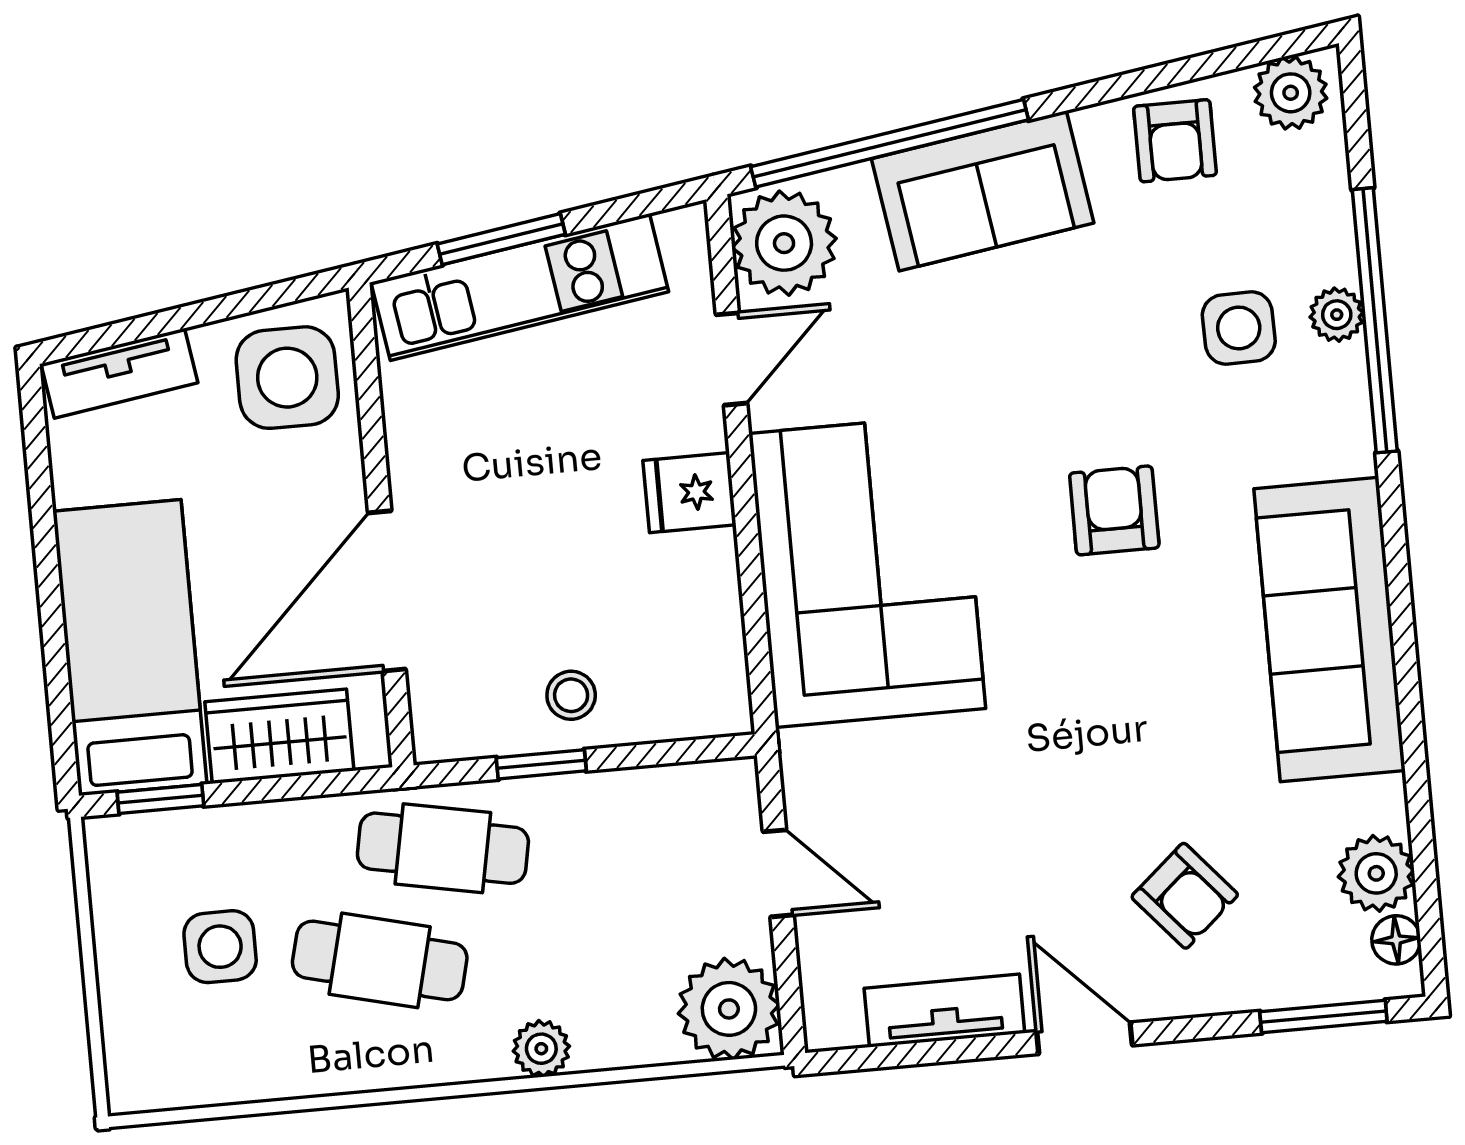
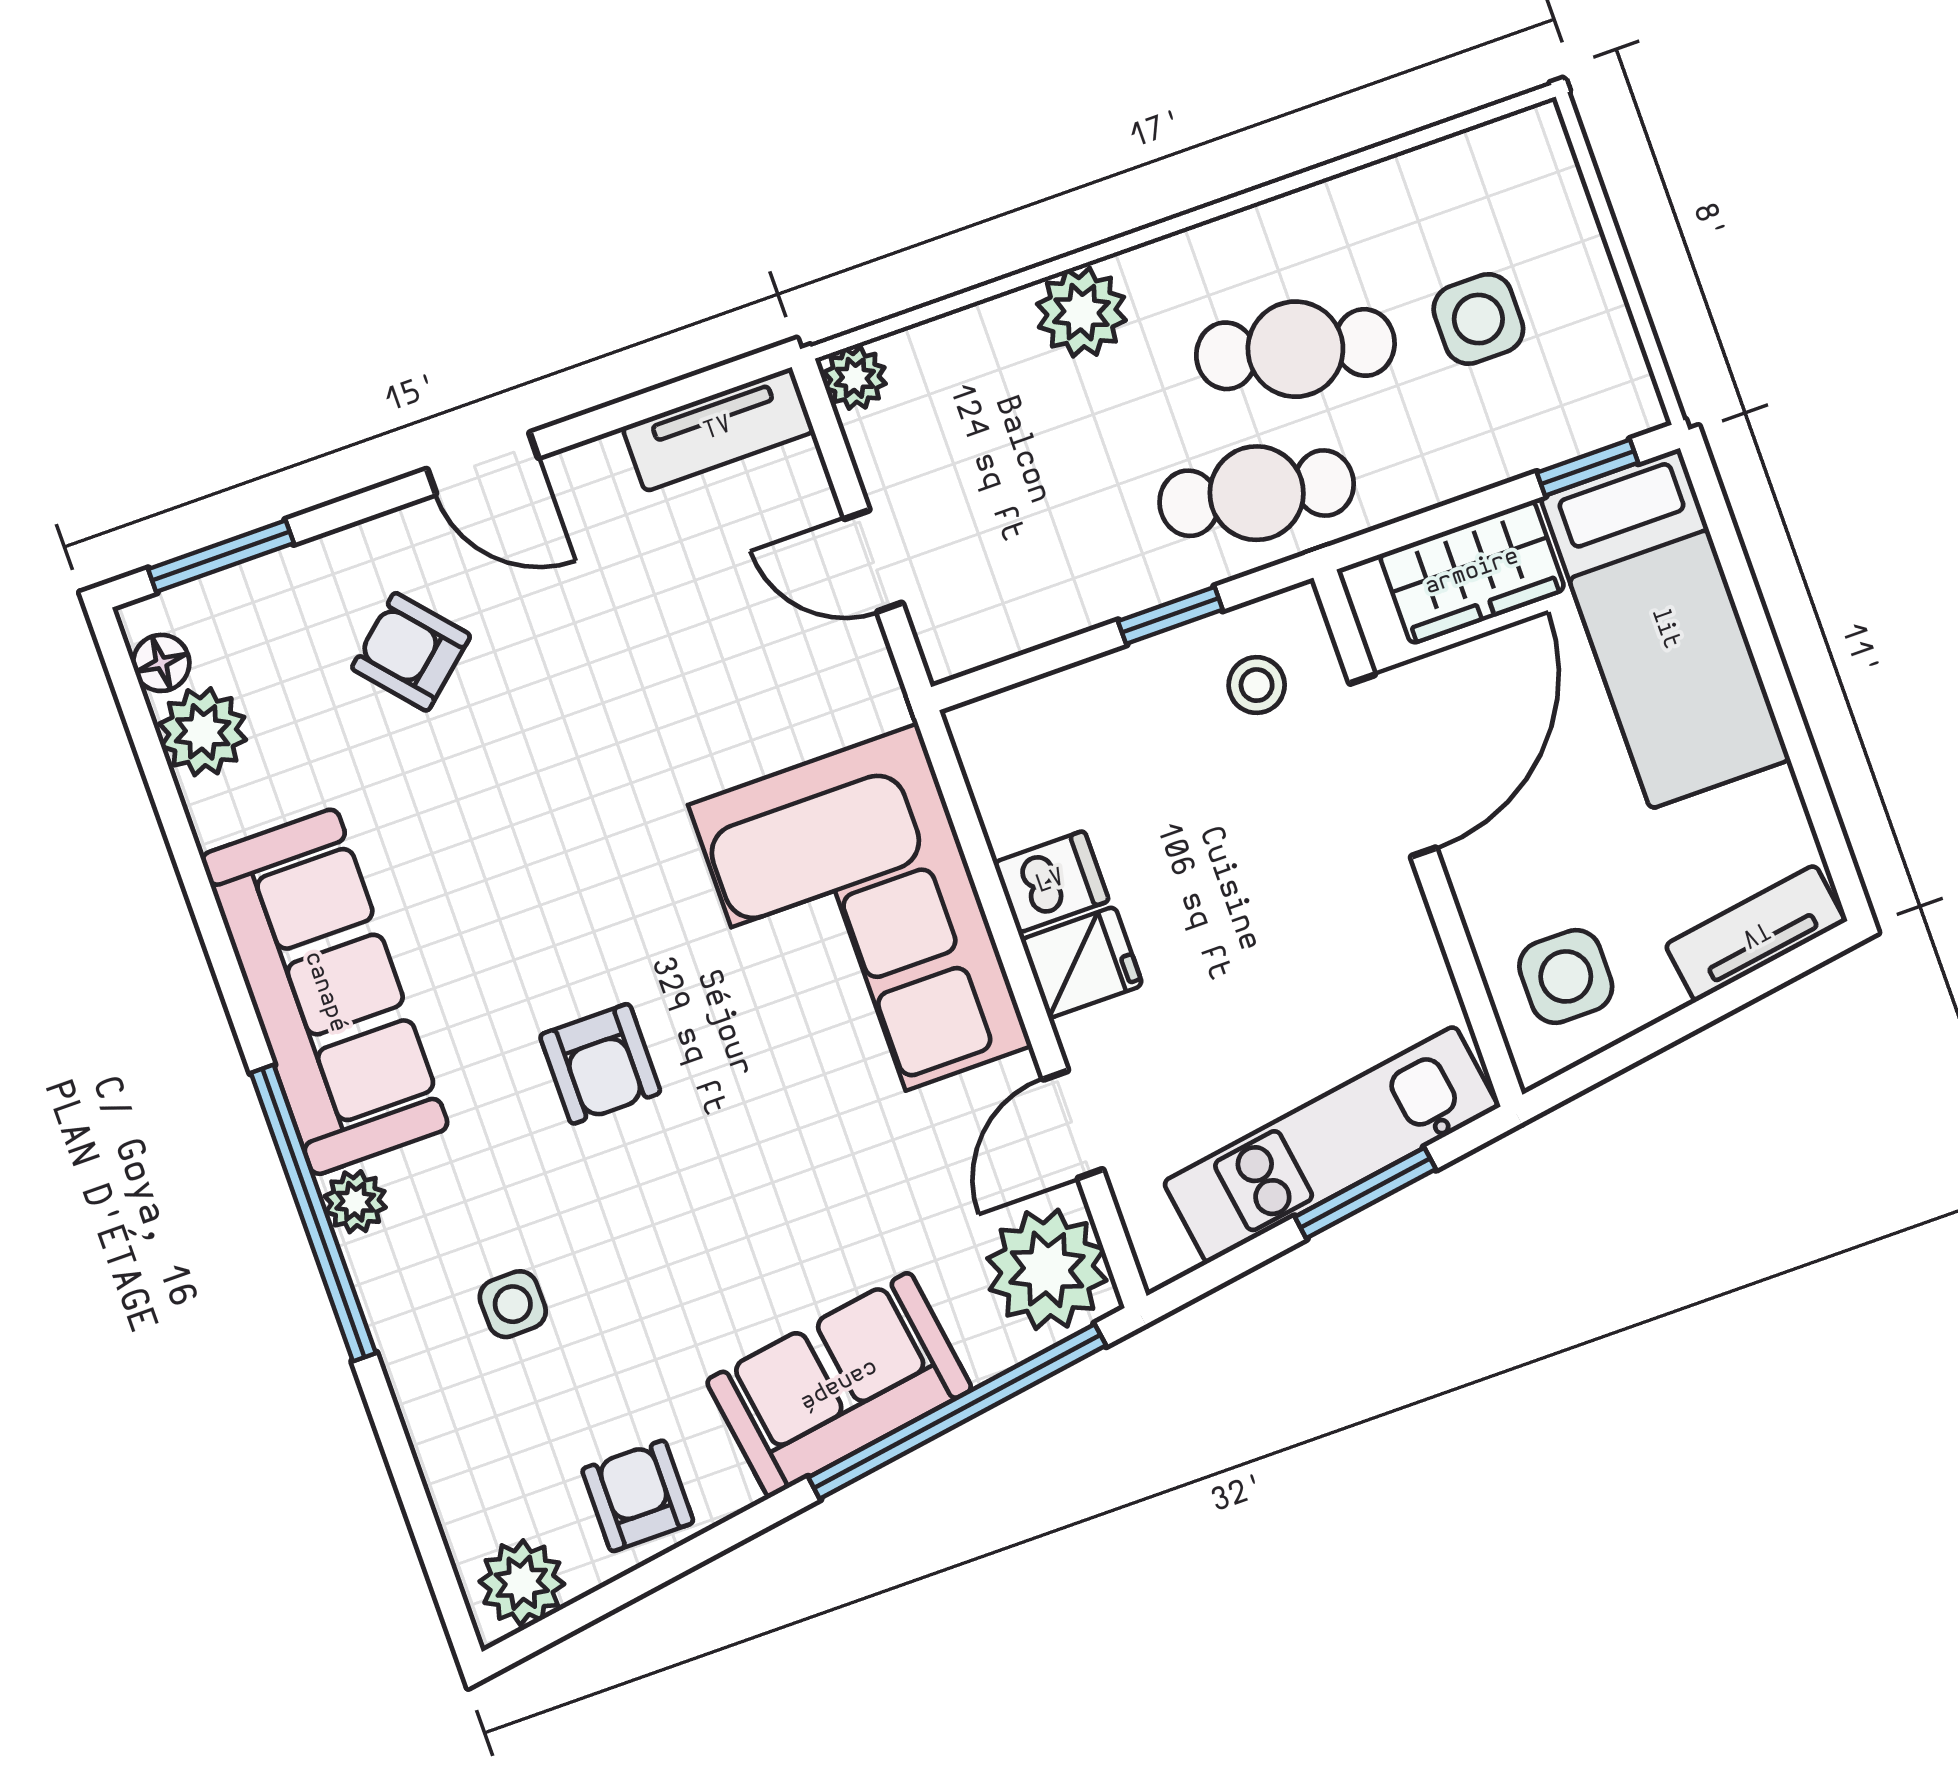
plant: (1337, 315) -> (355, 1202), moved
window: (1375, 320) -> (313, 1213), moved
side table: (1239, 328) -> (513, 1304), width x0.73, depth x0.73
side table: (287, 378) -> (1566, 976), width x0.73, depth x0.73
dishwasher: (698, 567) -> (1051, 882), added
stool: (571, 695) -> (1257, 685), moved
plant: (729, 1009) -> (855, 378), width x0.53, depth x0.53
tv unit: (944, 1011) -> (718, 429), moved
plant: (541, 1049) -> (1081, 312), width x1.38, depth x1.38

